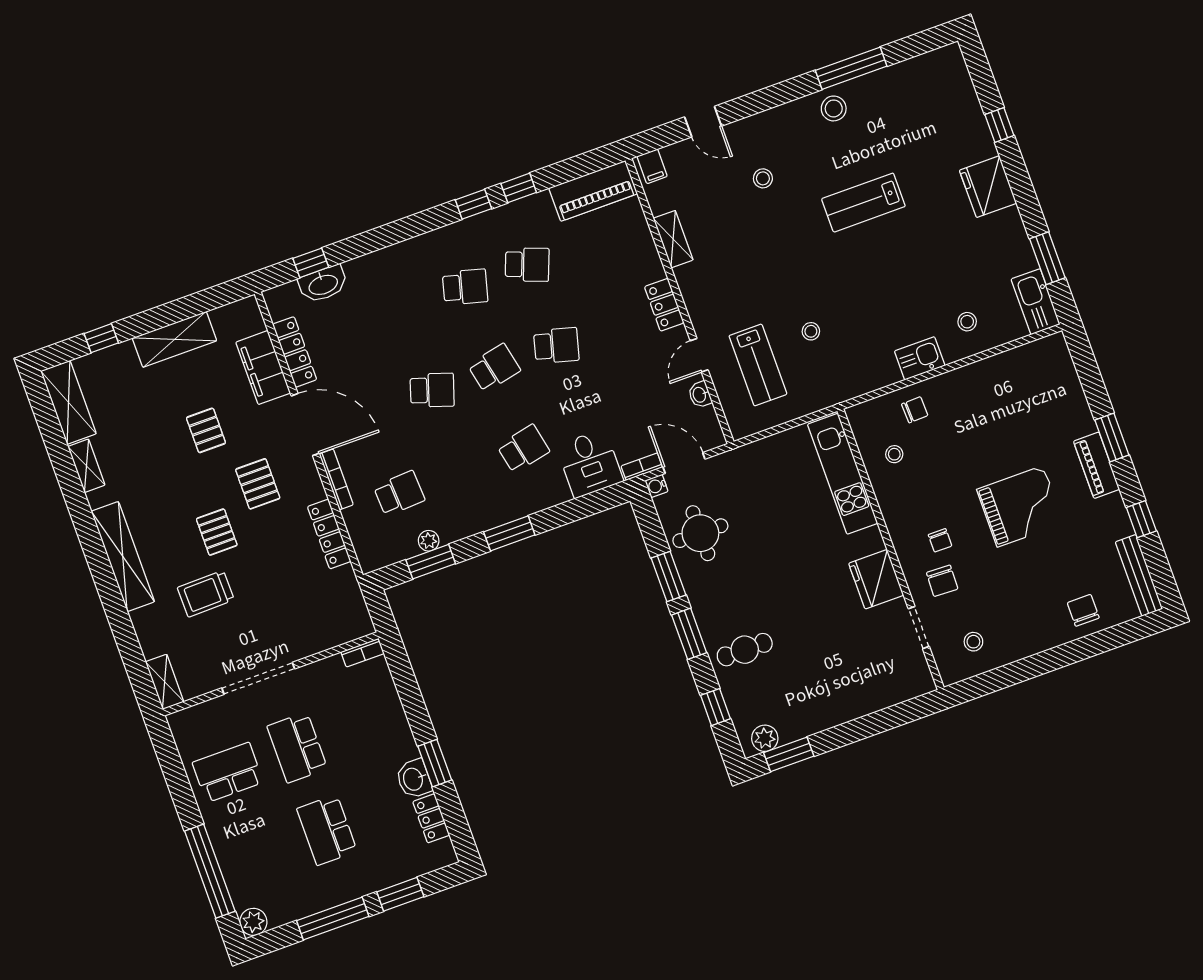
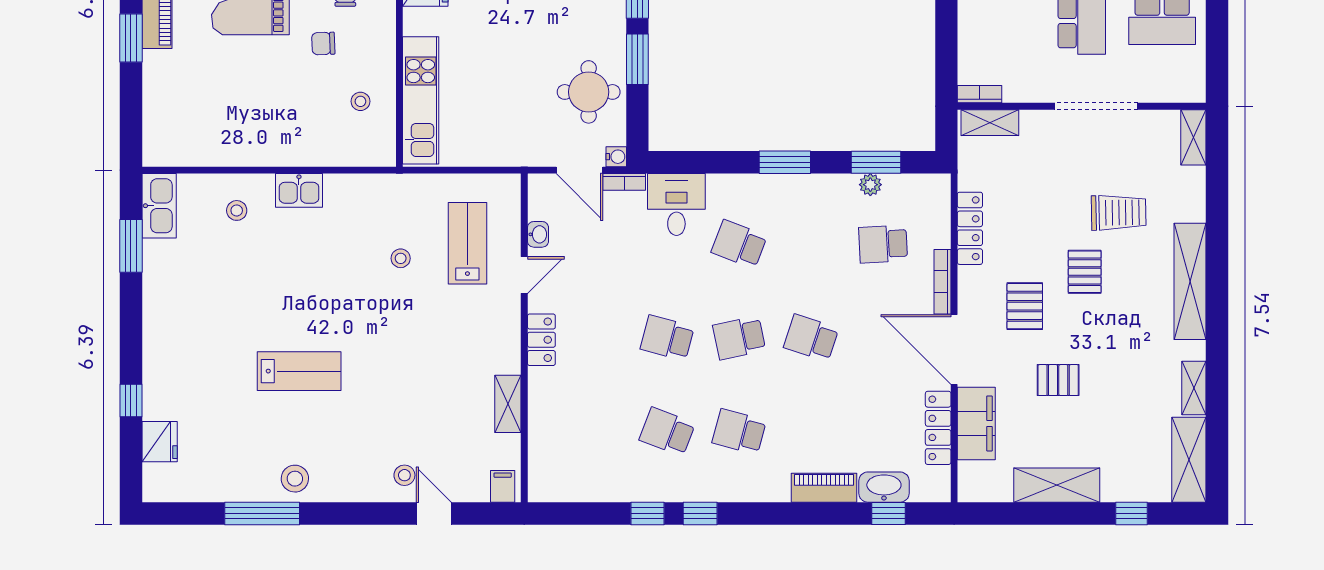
stool: (763, 178) -> (404, 475), moved
fridge: (988, 187) -> (160, 442), moved, width x0.73, depth x0.75
piano: (593, 191) -> (824, 488), moved, width x0.73, depth x0.75
chair: (915, 410) -> (323, 44), moved
pallet: (206, 430) -> (1058, 380), turned 90
school desk: (523, 449) -> (739, 244), turned 33
shelving: (345, 631) -> (990, 123), added

